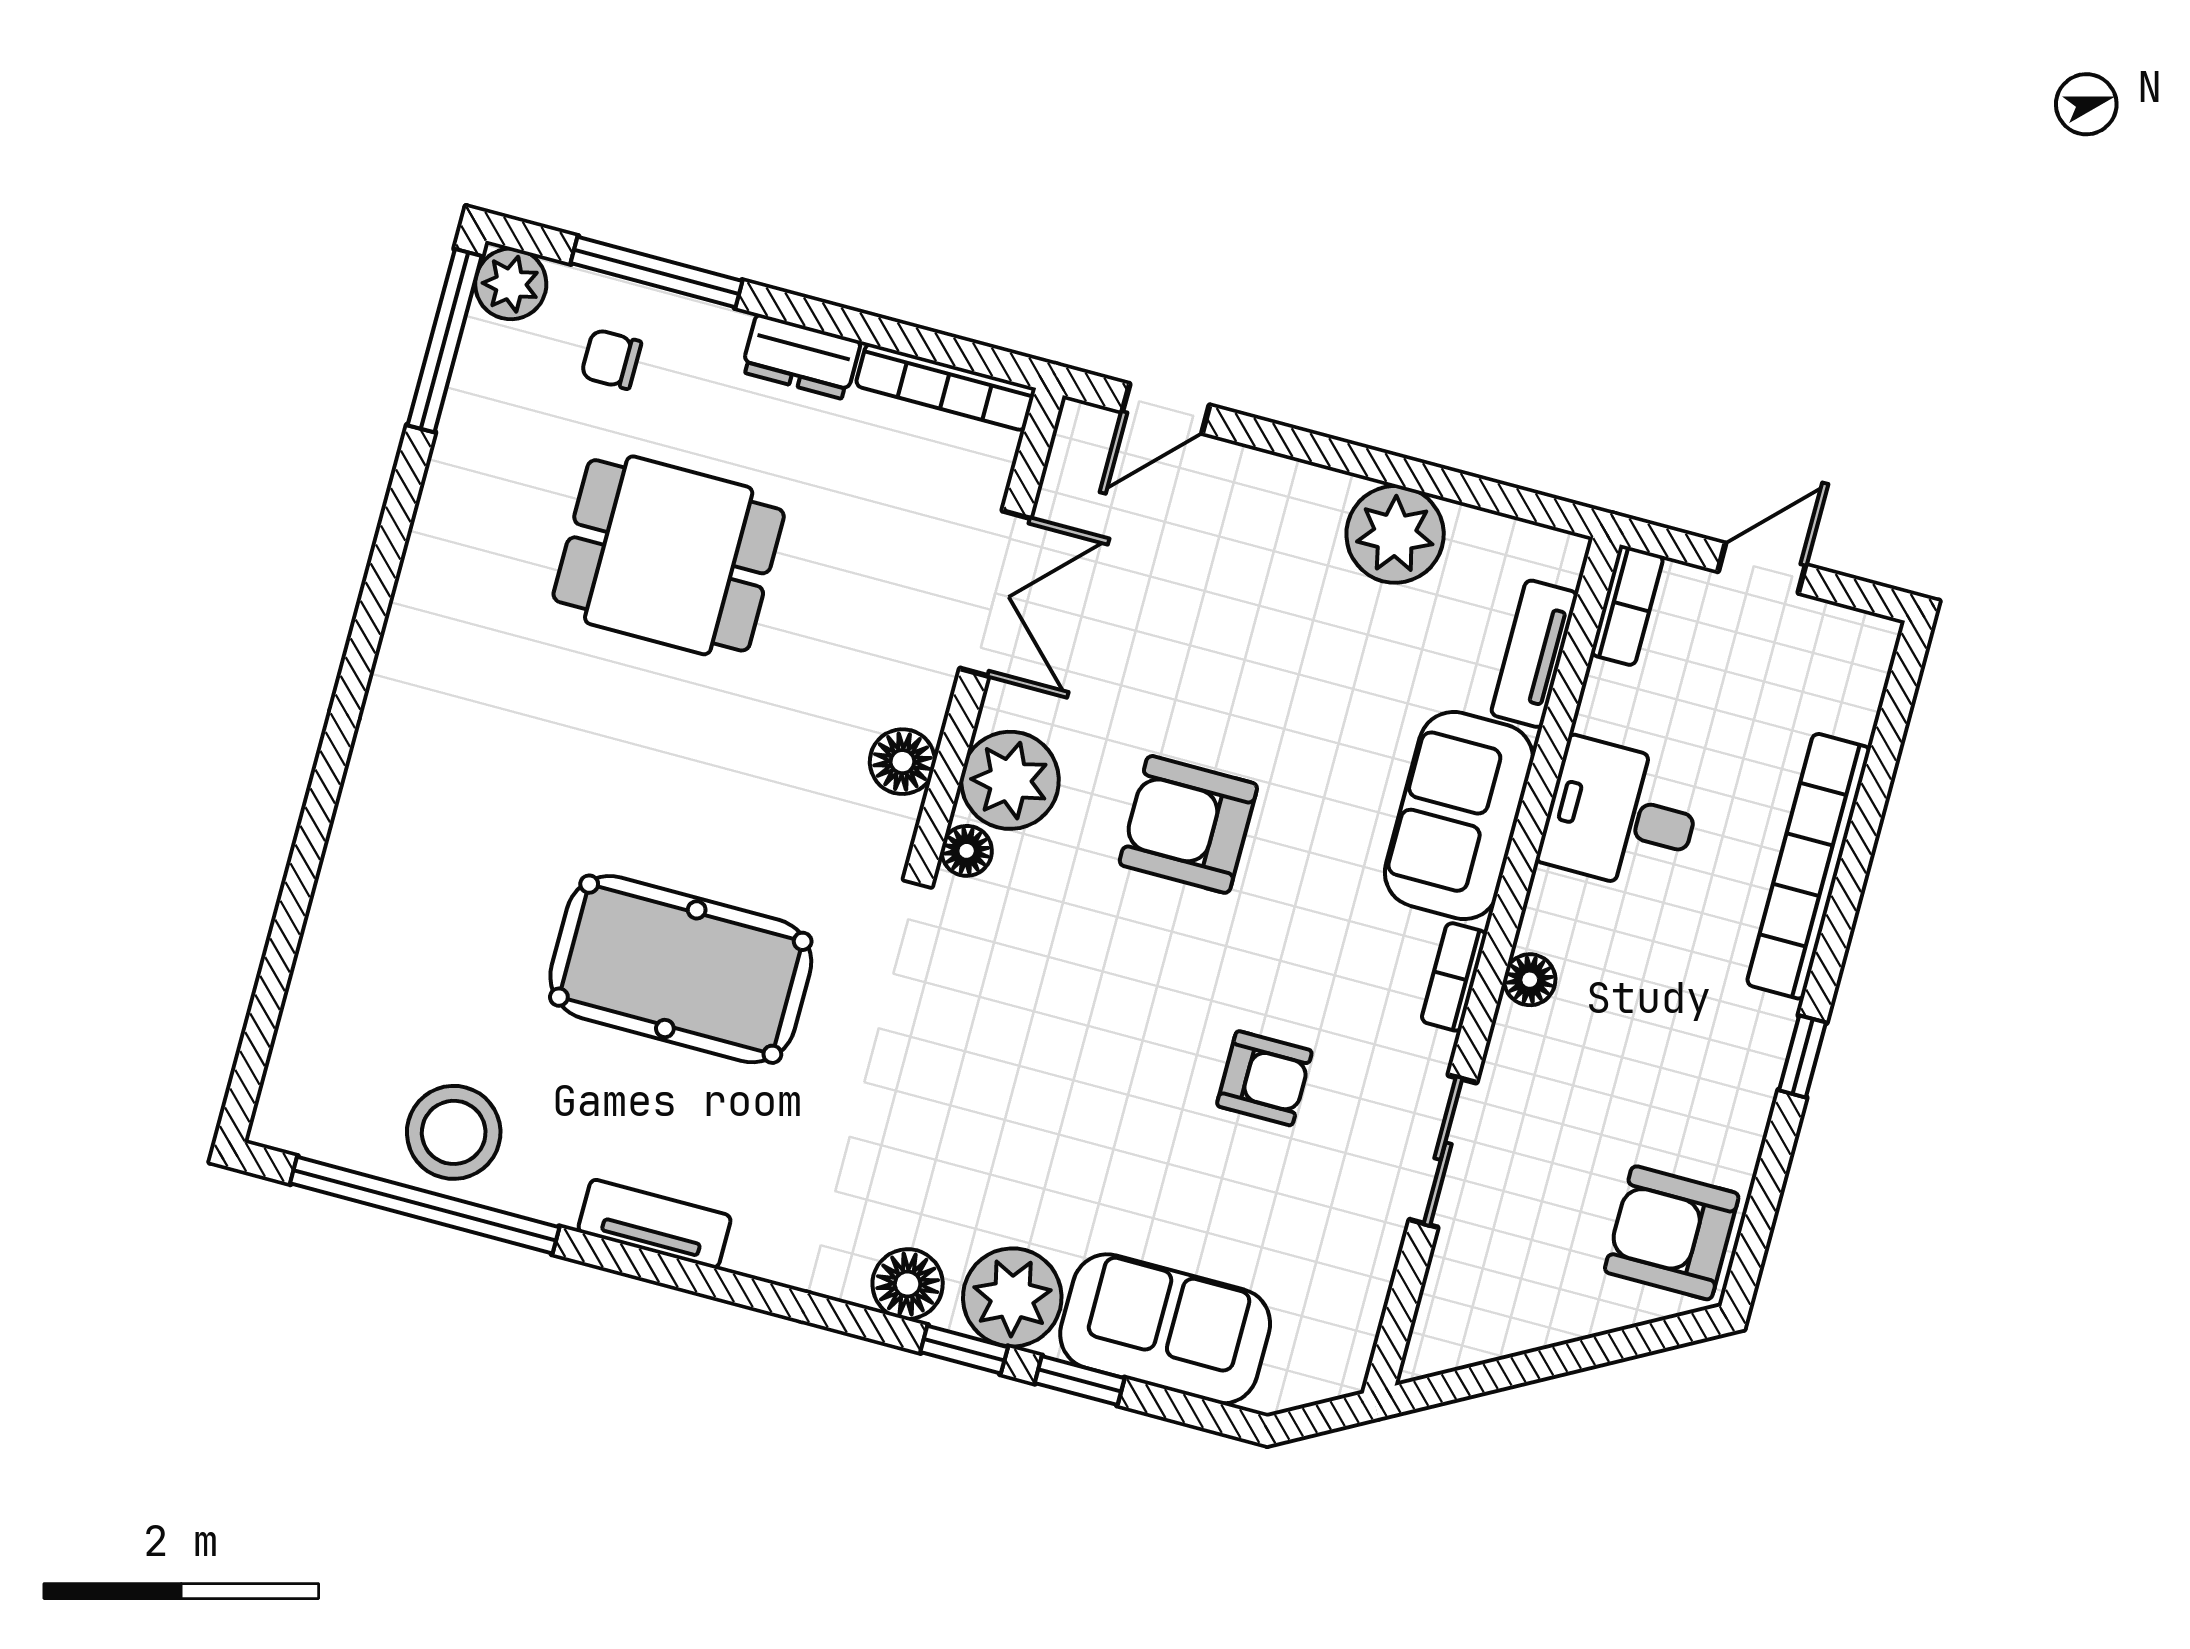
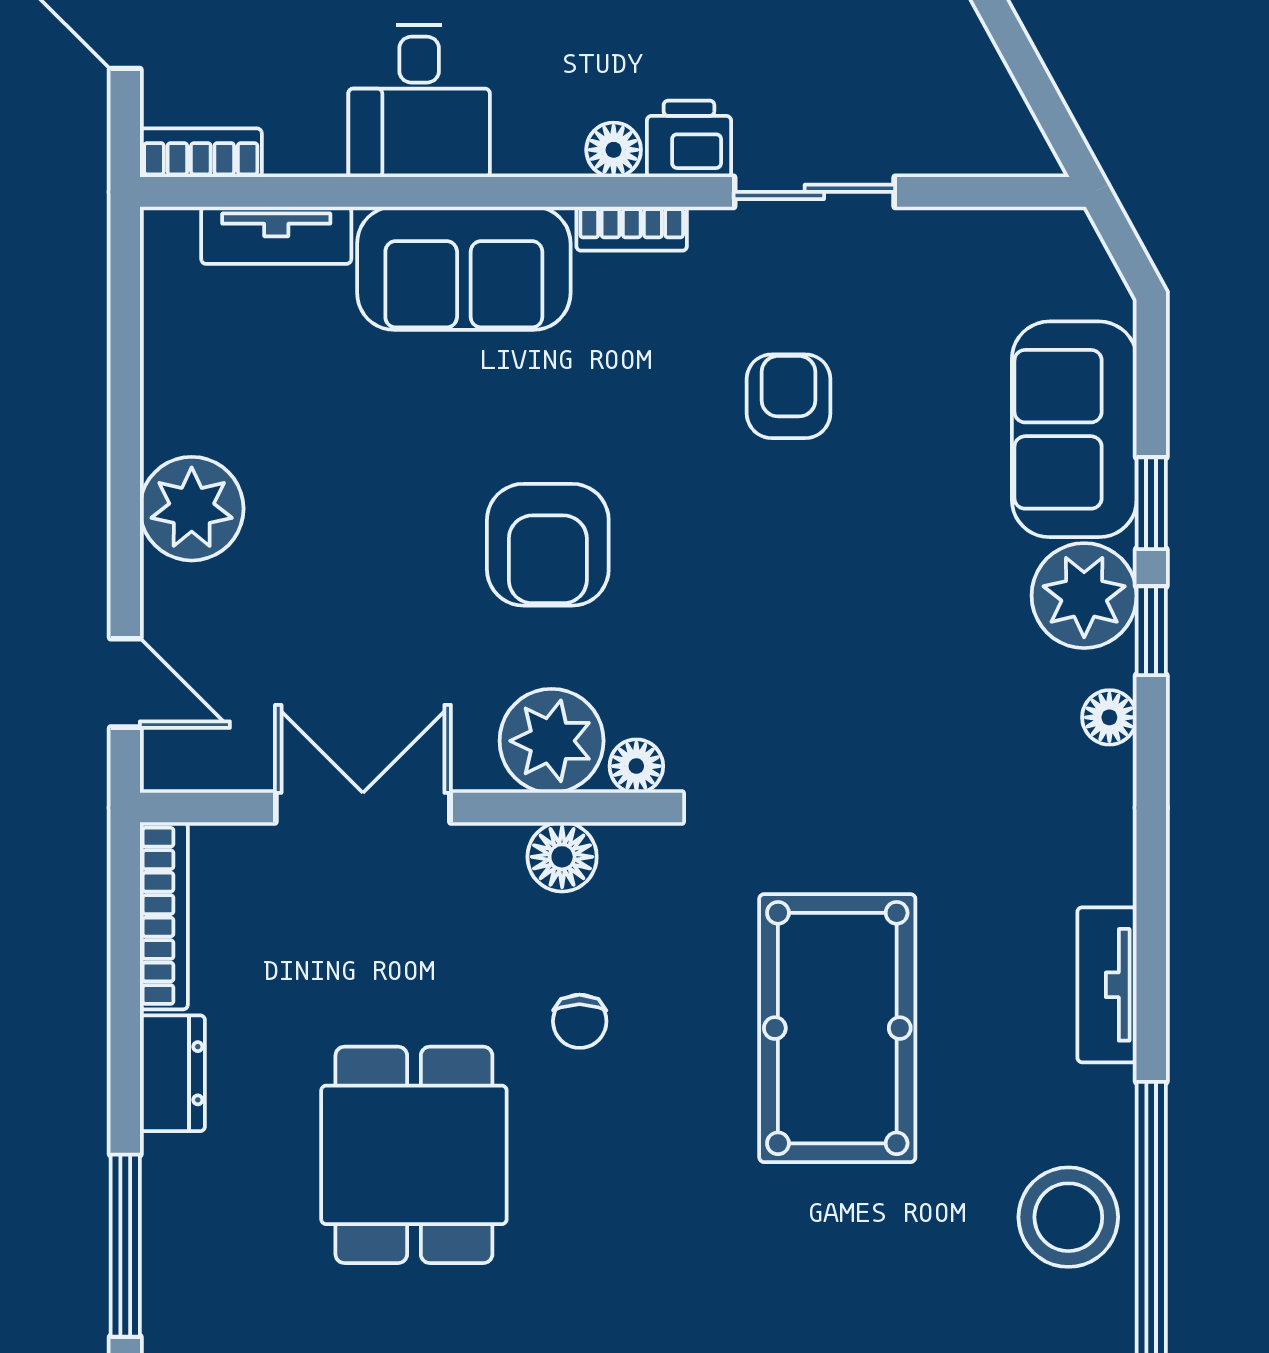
chair: (611, 359) -> (580, 1021), moved
plant: (1395, 534) -> (192, 509), moved
printer: (1521, 1051) -> (689, 139), added
floor lamp: (908, 1284) -> (1109, 717), width x0.73, depth x0.73

